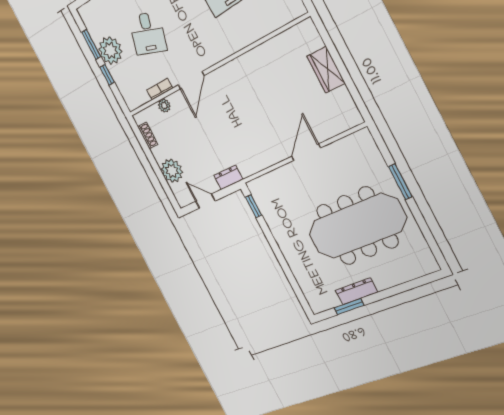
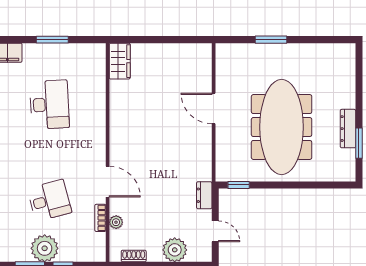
desk: (148, 33) -> (49, 200), turned -33
wardrobe: (326, 70) -> (120, 61), moved, turned -90
door: (205, 201) -> (215, 231), swing flipped
meeting table: (357, 226) -> (282, 127), moved

